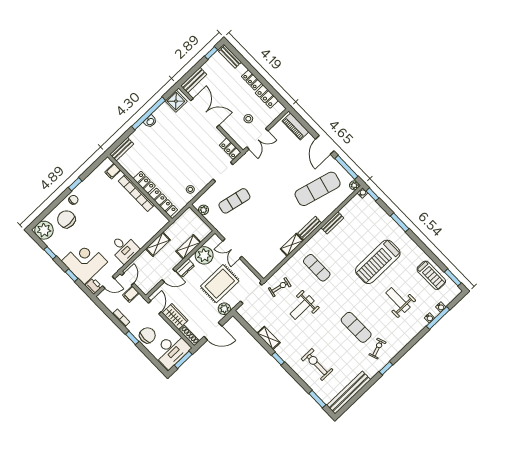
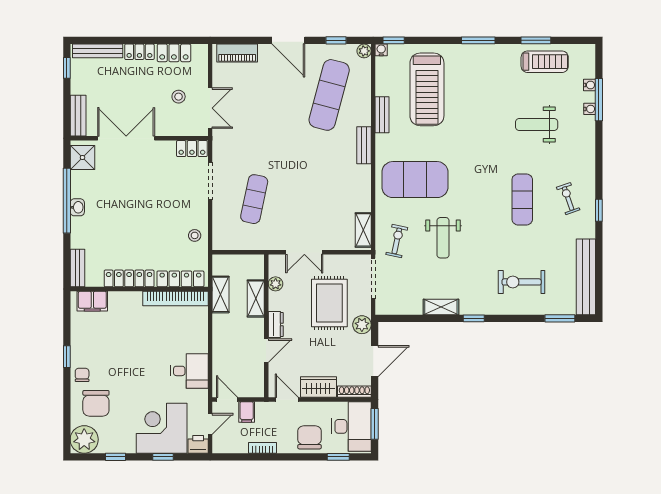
bench: (230, 57) -> (98, 51), width x1.36
window: (346, 167) -> (336, 40), width x0.46
filing cabinet: (113, 171) -> (92, 301), width x2.00
locker: (144, 182) -> (129, 278), width x1.53
bookcase: (136, 193) -> (175, 298), moved
plant: (204, 210) -> (231, 243), removed
chair: (66, 219) -> (96, 403), turned -90
window: (400, 222) -> (478, 40), moved
shelving: (158, 244) -> (221, 294), moved
shelving: (292, 245) -> (363, 230), moved
plant: (204, 255) -> (276, 284), width x0.53, depth x0.53
treadmill: (378, 262) -> (427, 89), moved
exercise mat: (317, 268) -> (415, 180), width x2.00, depth x1.45
window: (453, 277) -> (536, 40), moved
exercise mat: (356, 327) -> (522, 199), turned 90
window: (132, 338) -> (338, 457), moved

